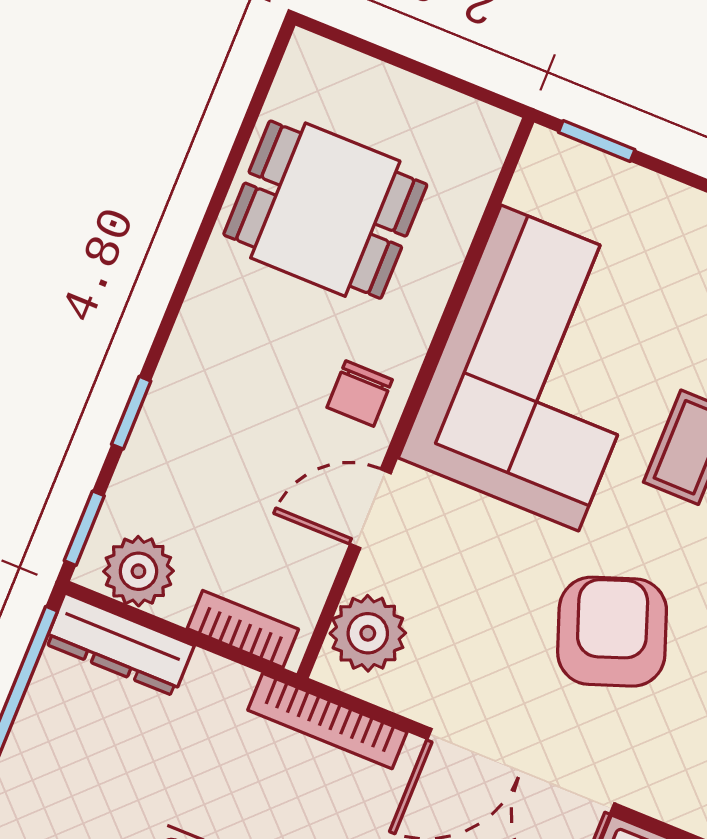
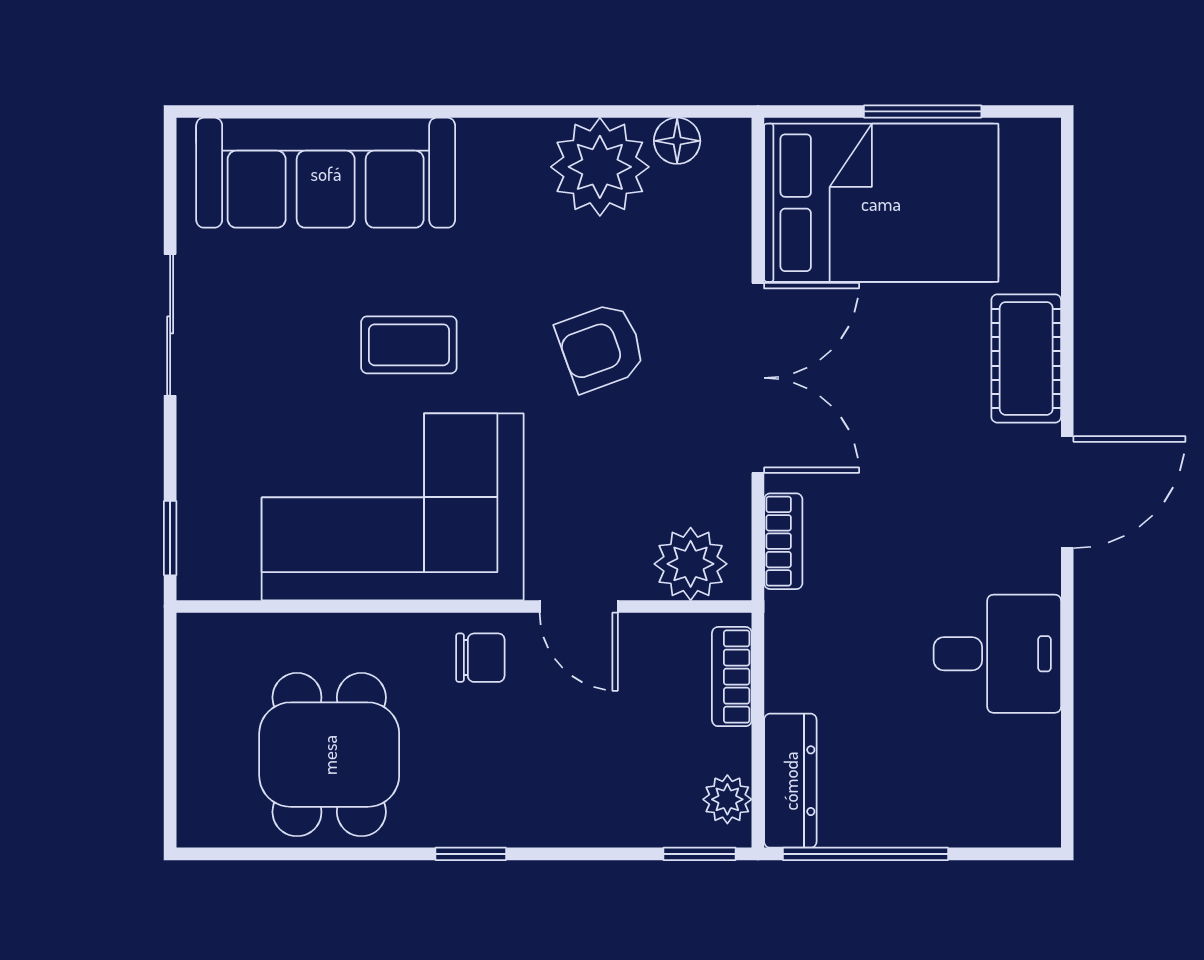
window: (131, 413) -> (471, 854), moved
plant: (138, 571) -> (727, 799), width x0.73, depth x0.73
armchair: (612, 632) -> (601, 347), width x0.72, depth x0.72
bookcase: (327, 721) -> (783, 541), width x0.64

